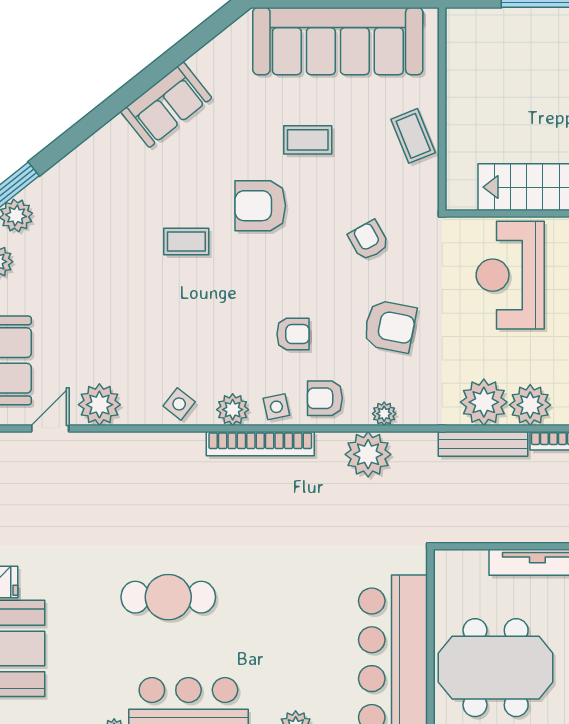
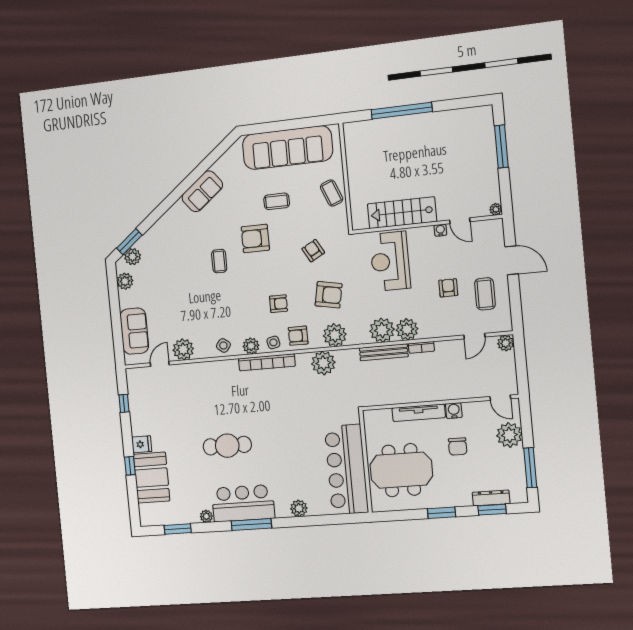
coffee table: (186, 242) -> (219, 261), turned 90
plant: (384, 414) -> (335, 335), width x1.87, depth x1.87

